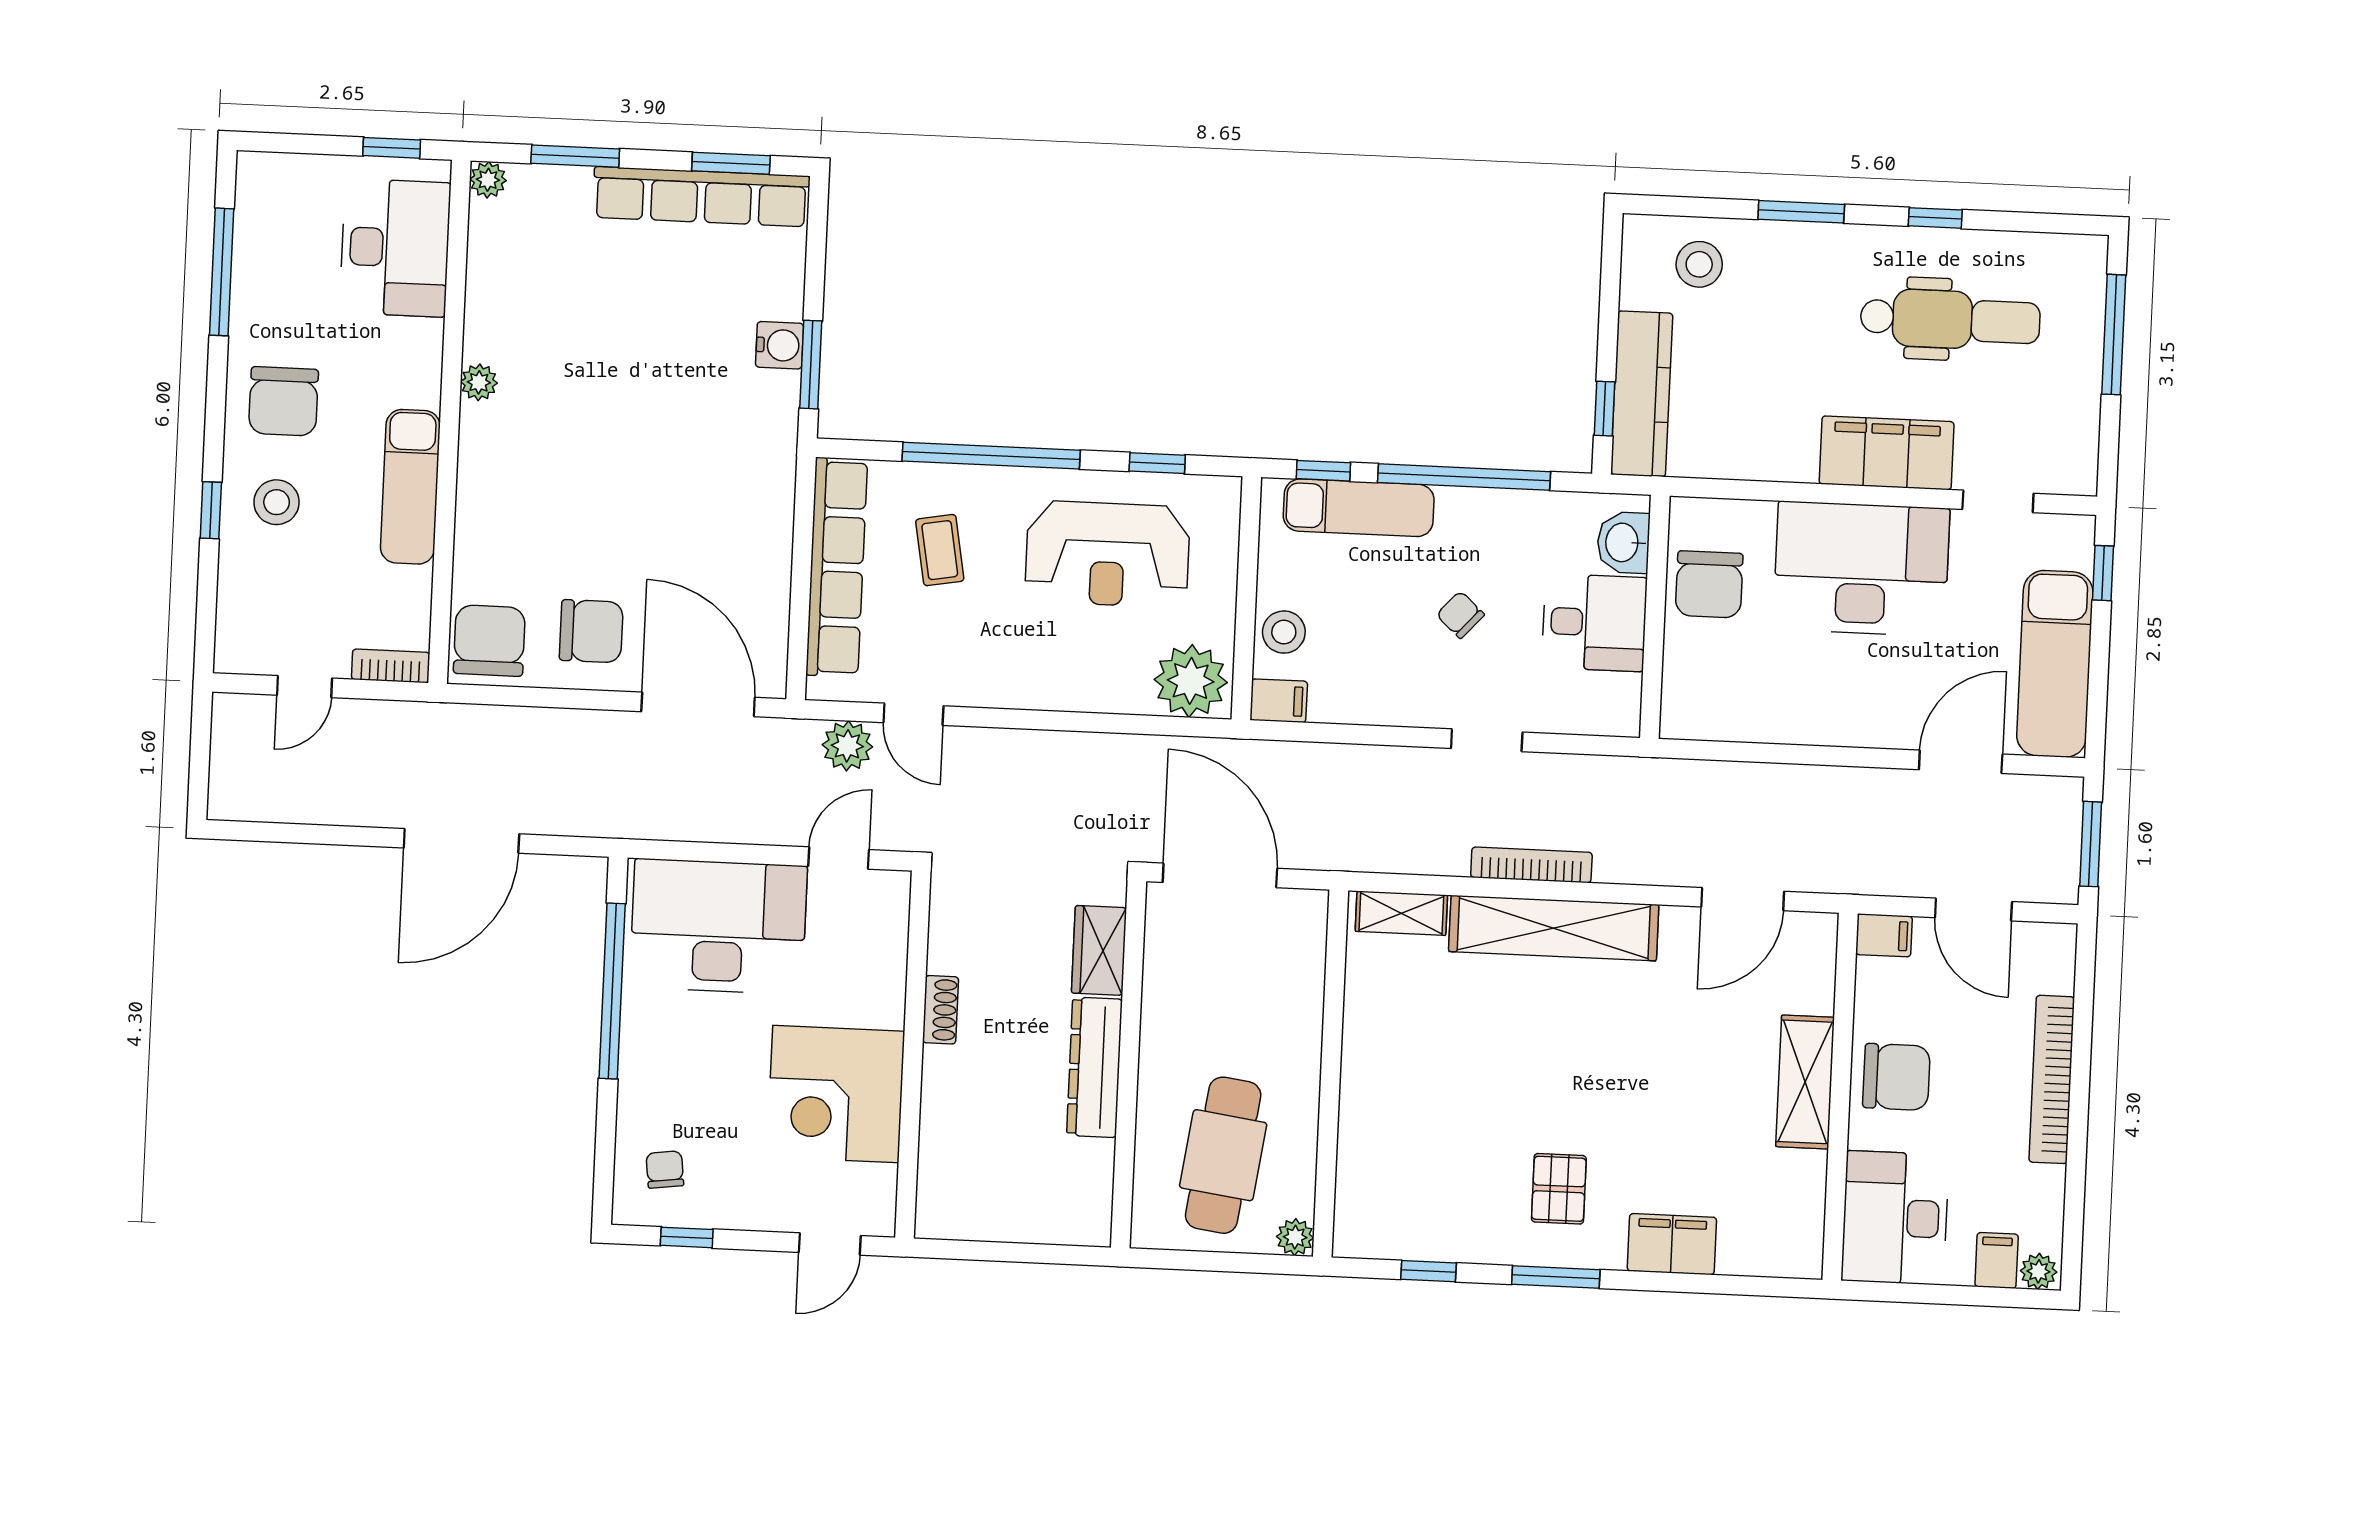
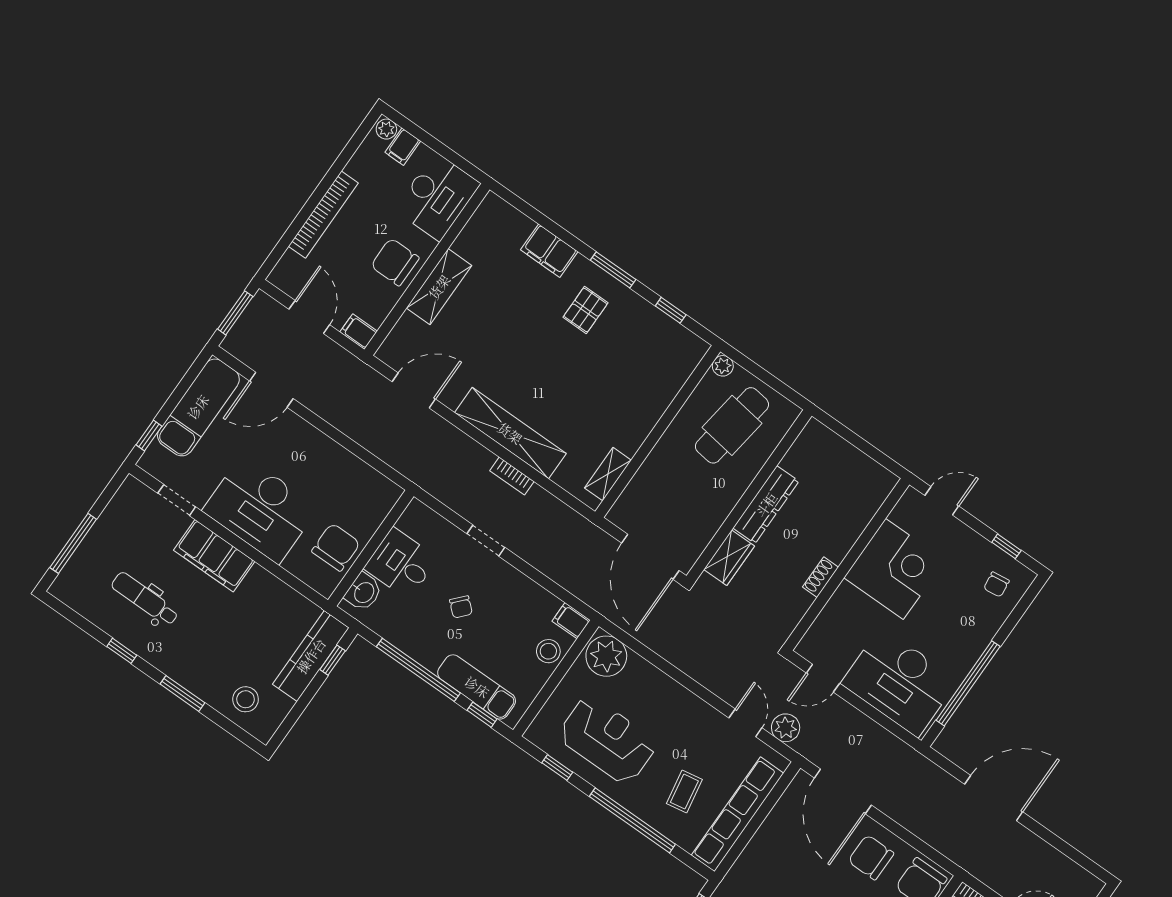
dental chair: (1950, 320) -> (145, 599), width x0.73, depth x0.72
bookcase: (1531, 865) -> (512, 476), width x0.64
shelving: (1401, 913) -> (608, 474), moved, turned 90

